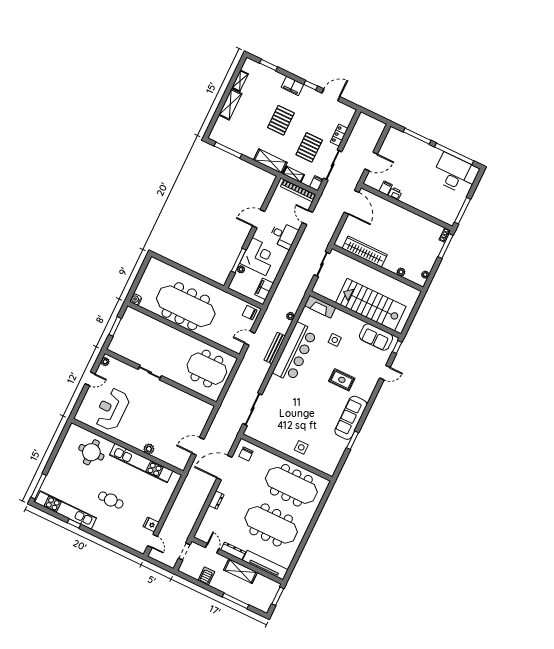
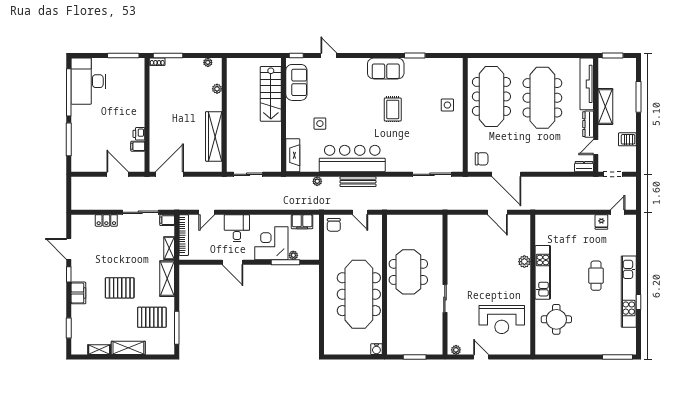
pallet: (309, 147) -> (152, 317), moved
stairs: (371, 305) -> (271, 94), width x0.73, depth x0.66
meeting table: (207, 369) -> (408, 272), moved
rug: (342, 380) -> (393, 109), moved
sofa: (351, 418) -> (386, 69), width x0.73
kitchen unit: (141, 463) -> (543, 272), width x0.73
dresser: (216, 500) -> (584, 167), moved
kitchen unit: (66, 510) -> (629, 292), moved

